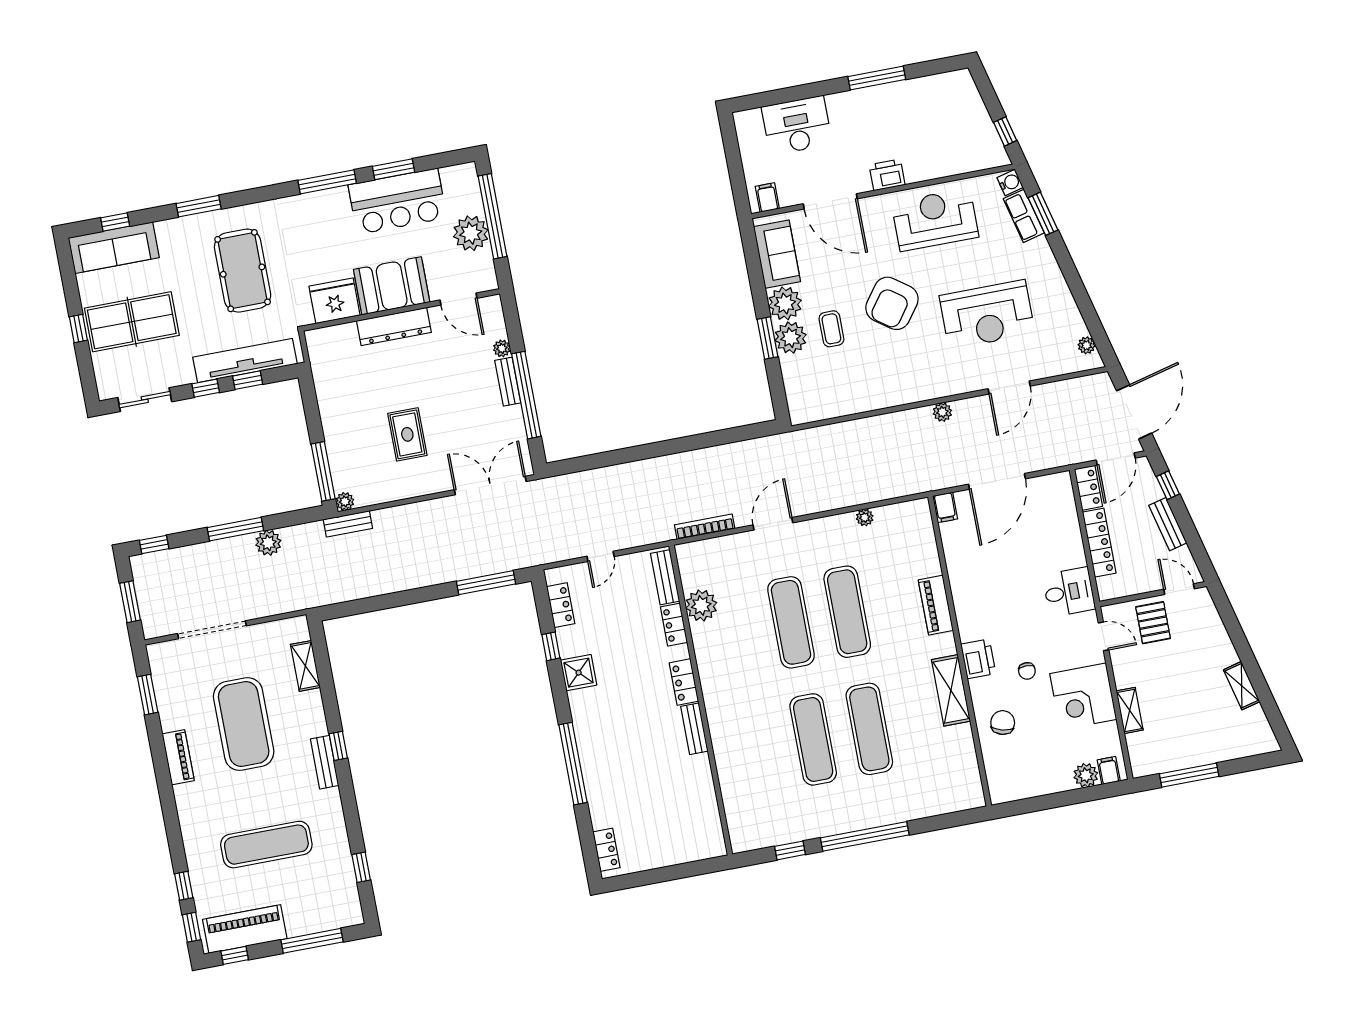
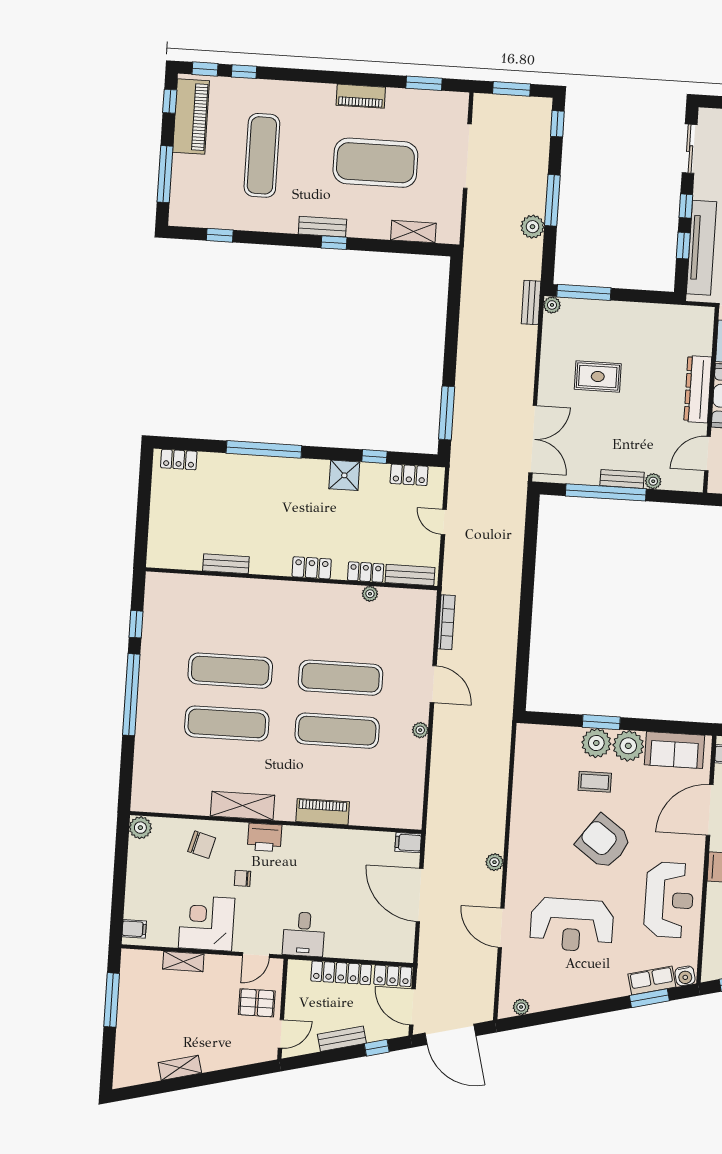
reception desk: (987, 315) -> (572, 925), turned -90
plant: (865, 517) -> (420, 730), moved
plant: (701, 605) -> (370, 594), width x0.53, depth x0.53
bench: (694, 729) -> (226, 564), moved
plant: (1086, 775) -> (140, 828), moved

